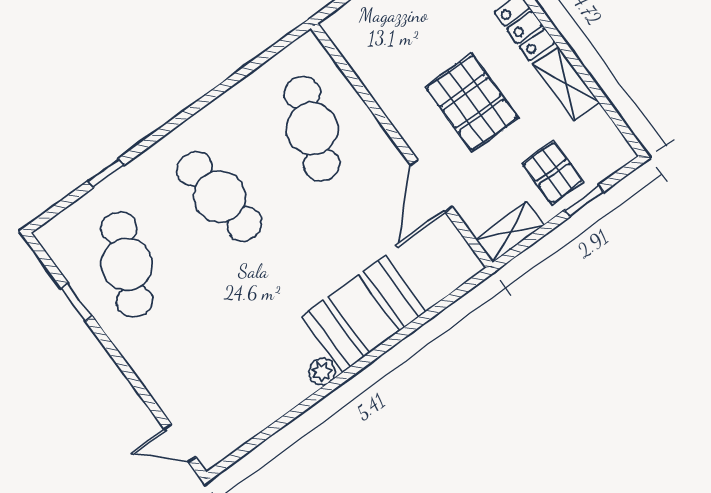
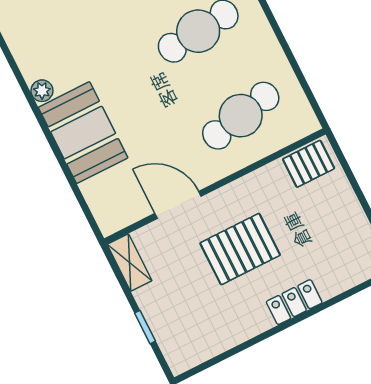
shelving: (566, 83) -> (243, 328), removed
cafe table: (312, 129) -> (241, 116), turned -33
pallet: (552, 172) -> (309, 164), moved

